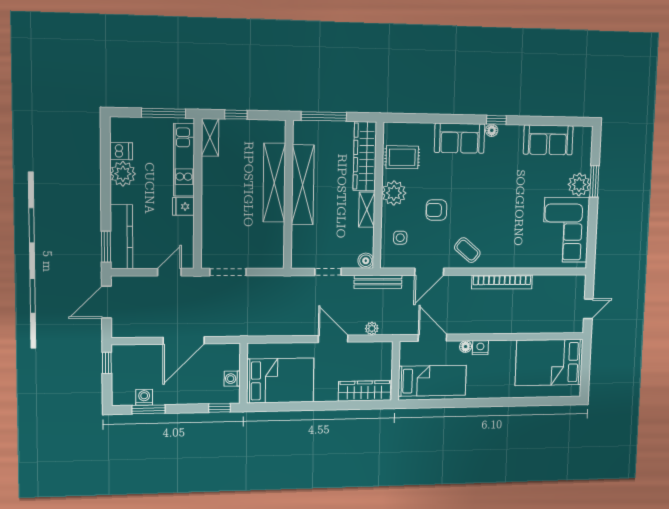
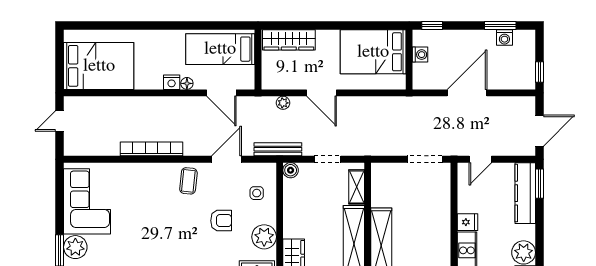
shelving: (367, 210) -> (357, 187), moved
coffee table: (467, 250) -> (188, 181), turned 56

